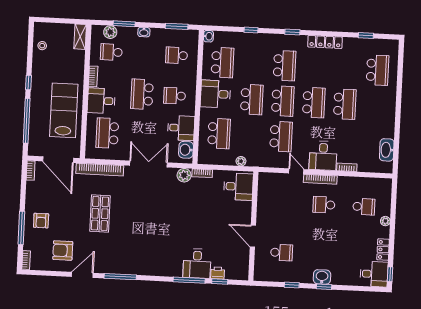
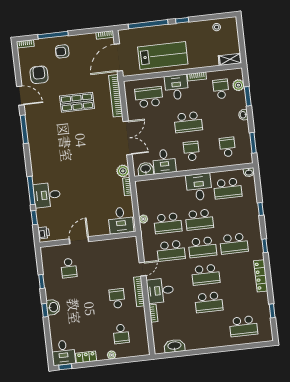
school desk: (142, 94) -> (188, 122), turned 180
school desk: (219, 133) -> (168, 223), moved
printer: (218, 273) -> (44, 233), moved

